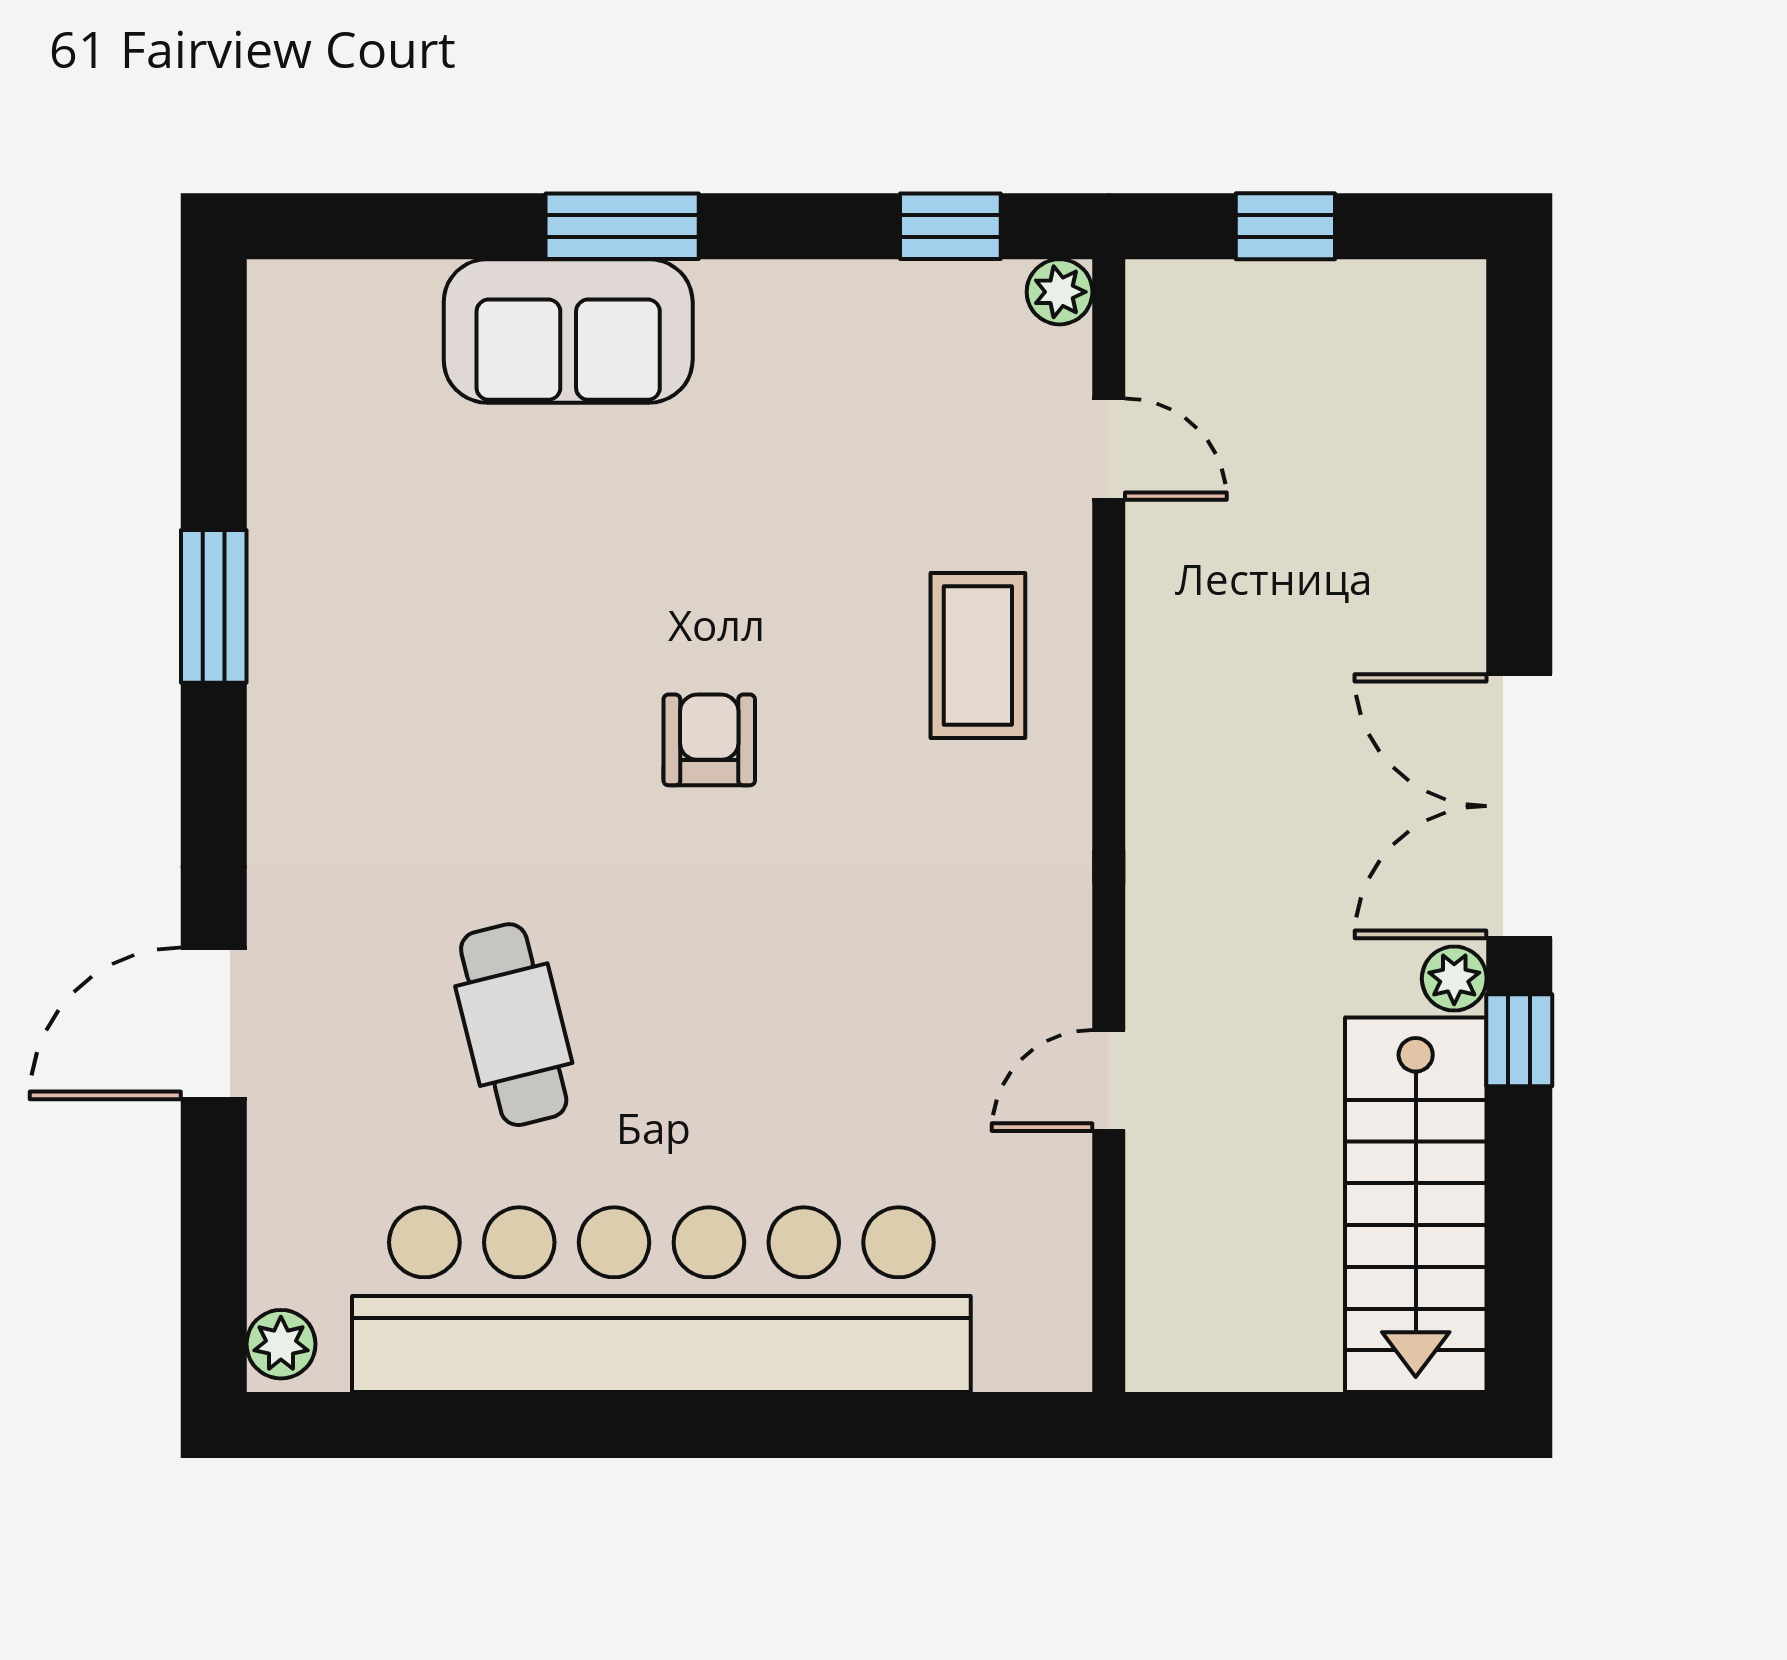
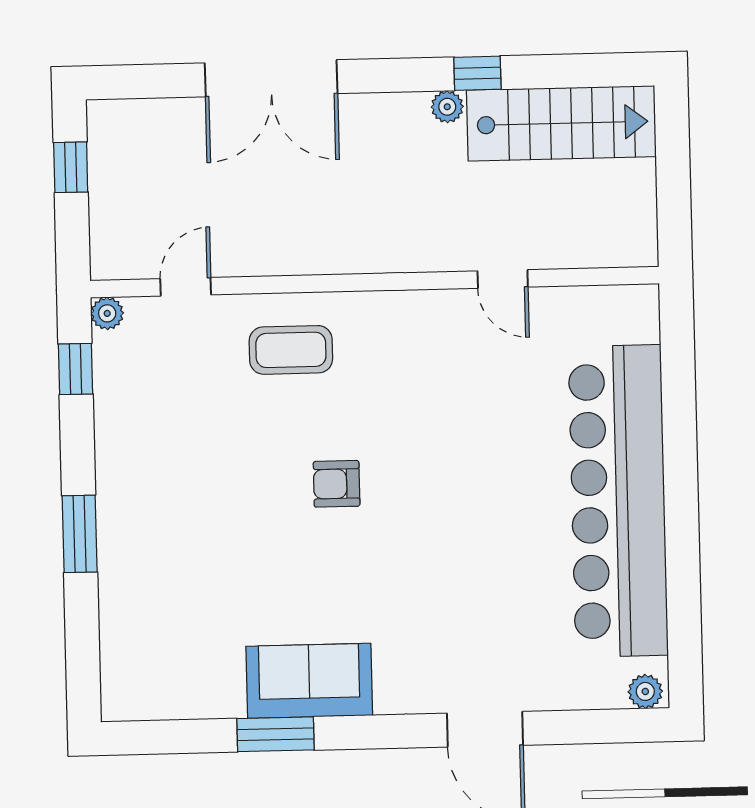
window: (1285, 226) -> (71, 167), moved
sofa: (568, 331) -> (309, 681), moved, turned -90
double door: (1519, 806) -> (271, 78), moved
cafe table: (514, 1025) -> (482, 579), removed

